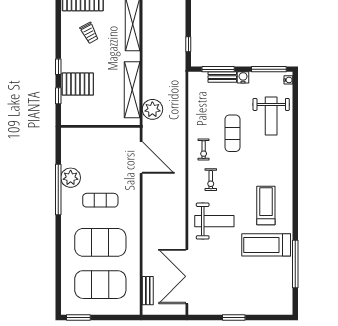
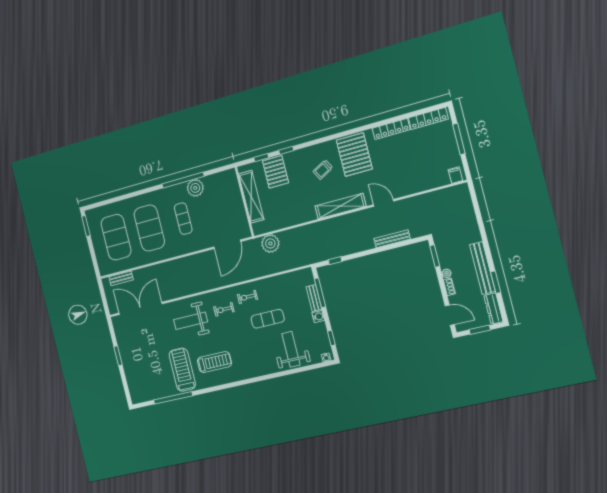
window: (269, 69) -> (331, 338), width x0.46
shelving: (132, 90) -> (251, 197), moved, turned 90
weight bench: (271, 116) -> (291, 349), turned 90
weight bench: (214, 221) -> (191, 321), turned 90

